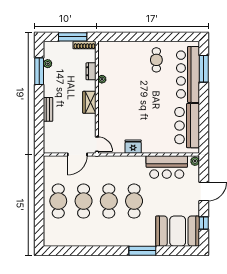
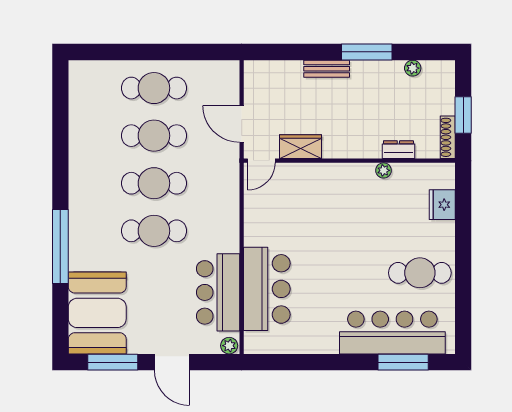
window: (73, 37) -> (463, 115), width x0.69
cafe table: (156, 60) -> (420, 273), width x1.37, depth x1.35
window: (39, 71) -> (367, 52), moved
wardrobe: (89, 102) -> (300, 147), moved
bar counter: (187, 126) -> (267, 289), moved, turned 90
fridge: (133, 147) -> (442, 205), moved, turned 180
window: (204, 223) -> (113, 362), width x2.17
window: (142, 251) -> (60, 246), width x1.46

